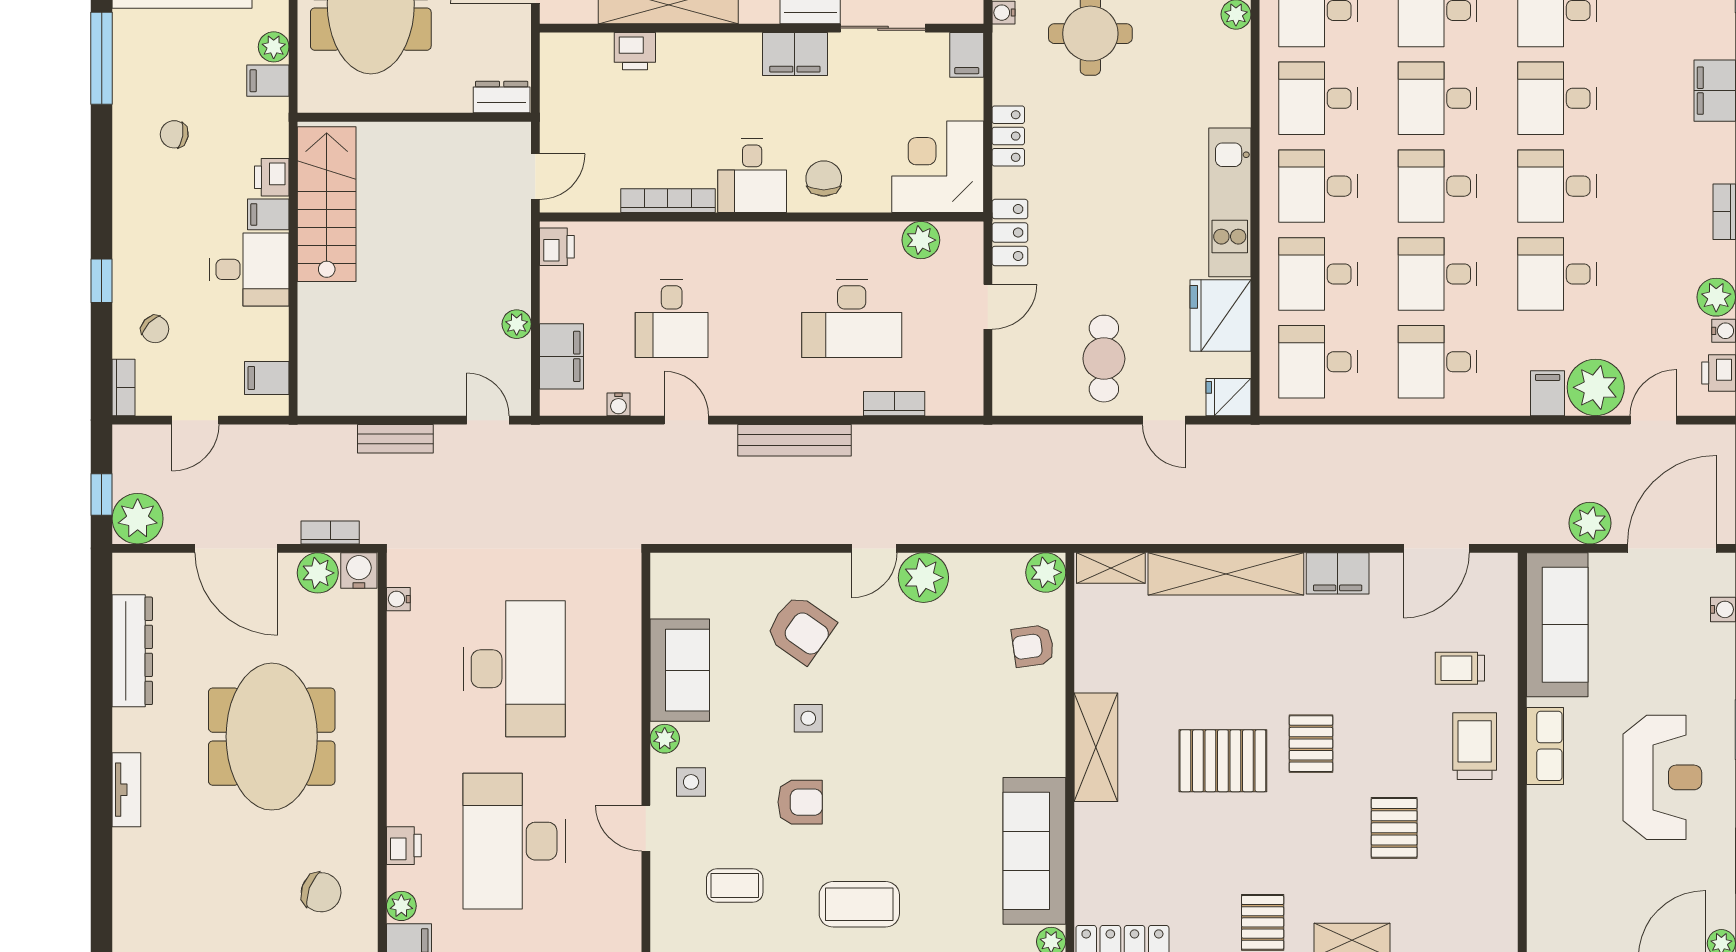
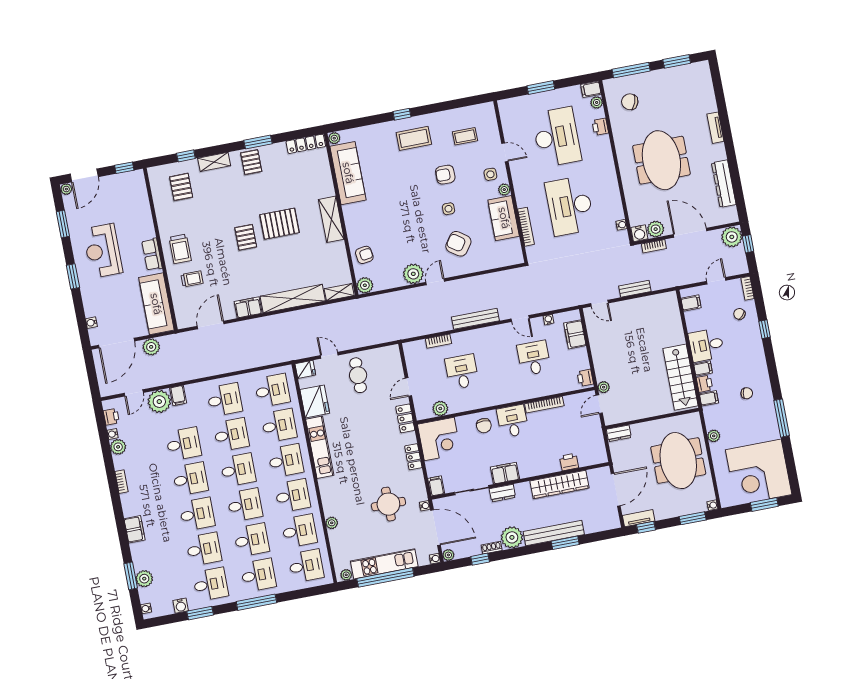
filing cabinet: (268, 81) -> (709, 398), moved
desk: (852, 319) -> (462, 372), width x0.73
plant: (517, 324) -> (604, 387), moved
bookcase: (630, 639) -> (526, 227), added
pallet: (1394, 828) -> (181, 187), moved

